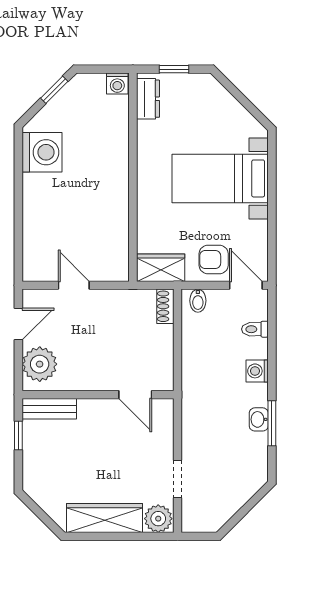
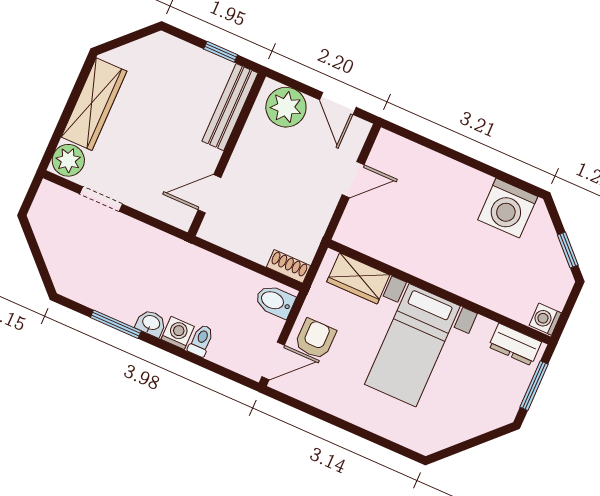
window: (174, 69) -> (534, 386), width x1.50
bed with nightstands: (220, 178) -> (412, 345), moved, turned 180
wardrobe: (161, 268) -> (358, 278), moved, turned 90
bidet: (198, 301) -> (275, 301), width x1.38, depth x1.36
toilet: (255, 329) -> (201, 340), moved
bench: (49, 409) -> (230, 107), width x1.36
washbasin: (259, 419) -> (151, 323), moved

